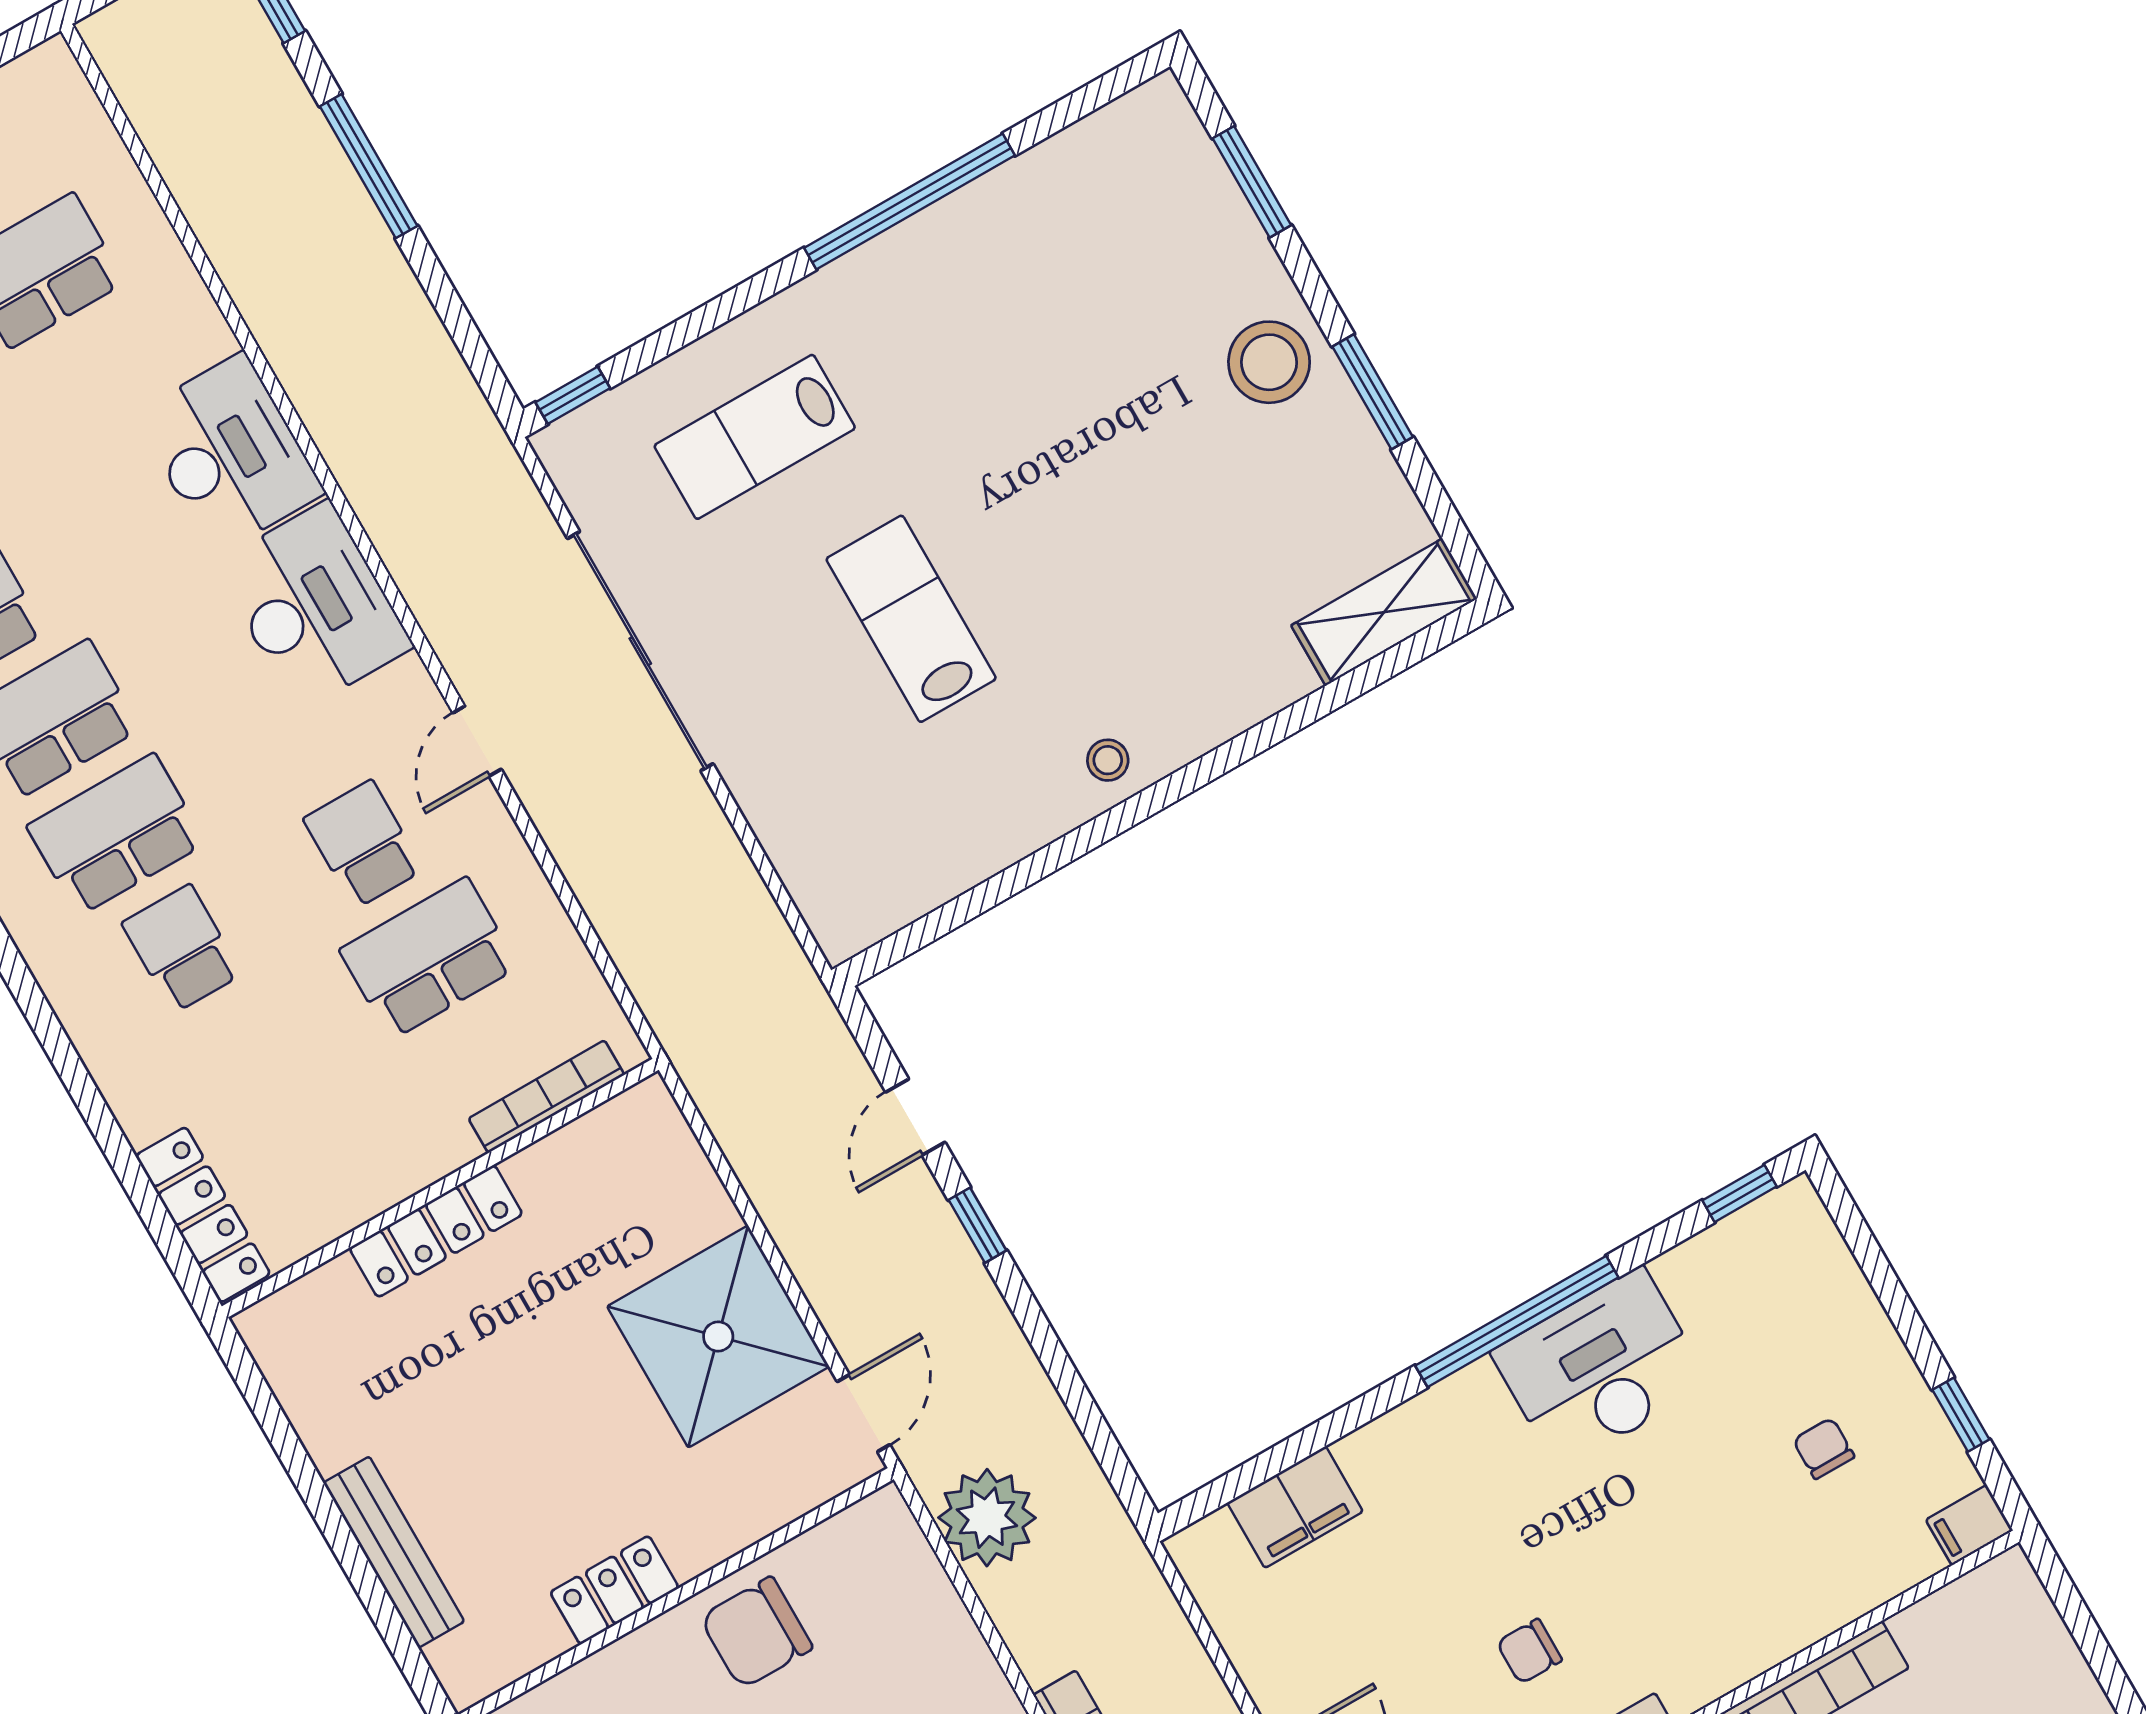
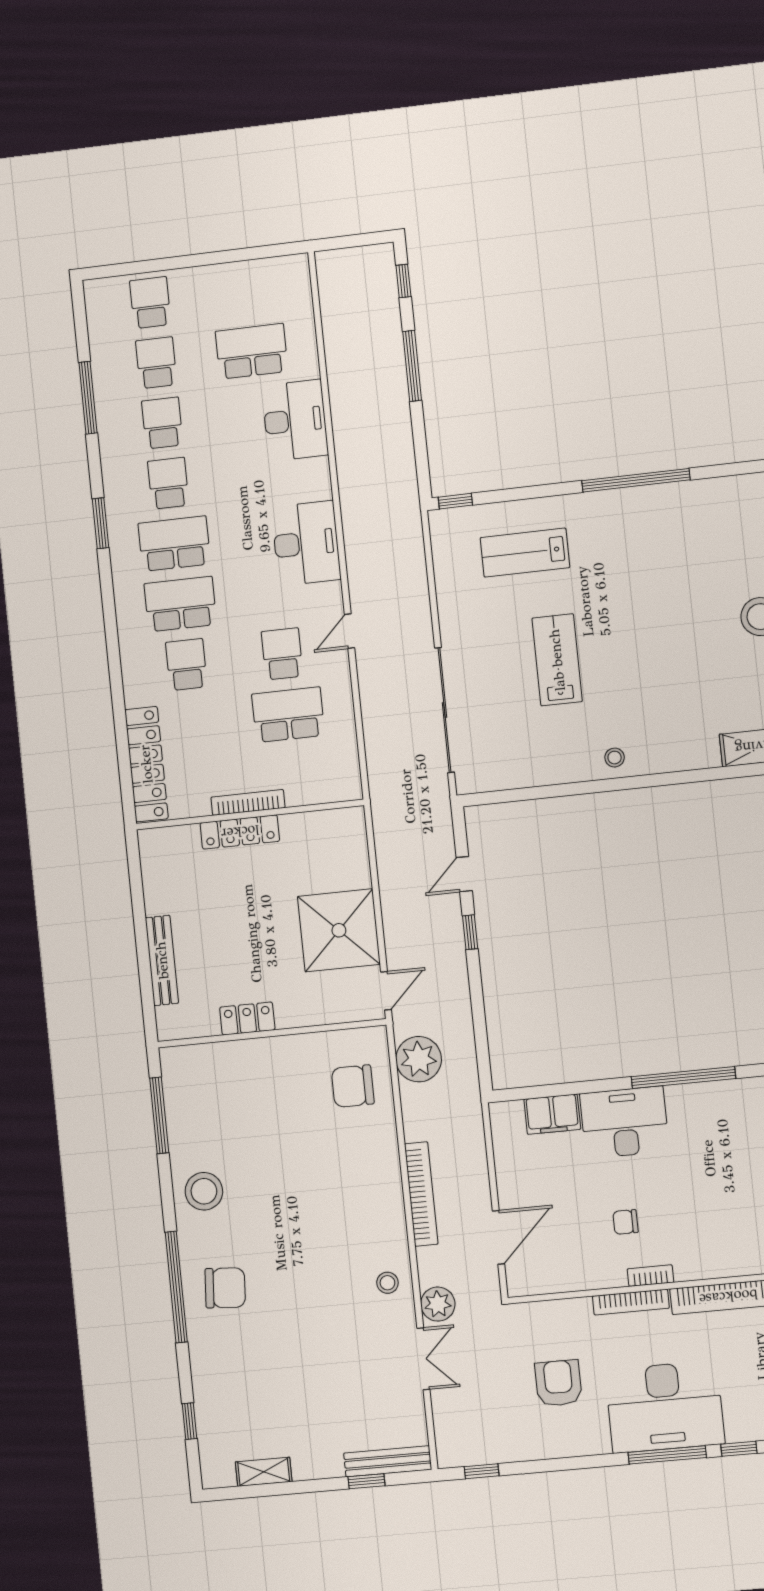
desk: (229, 453) -> (295, 420), moved
sliding door: (640, 651) -> (444, 710), moved
bookcase: (546, 1097) -> (248, 802), moved
locker: (203, 1215) -> (146, 764), width x1.41, depth x1.21
desk: (1601, 1368) -> (624, 1122), moved
chair: (756, 1633) -> (353, 1086), moved

